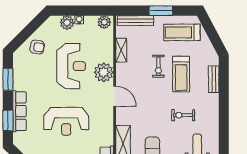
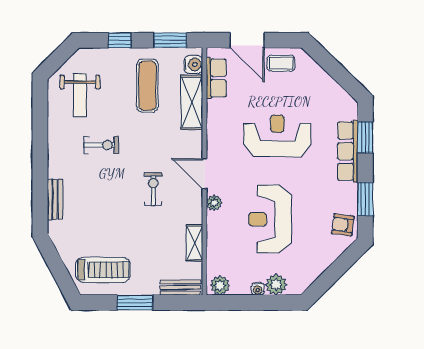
bench: (135, 21) -> (180, 288), width x0.73
armchair: (37, 47) -> (343, 225), moved
exercise bike: (158, 66) -> (153, 189), moved
plant: (104, 72) -> (214, 203), width x0.53, depth x0.53
treadmill: (181, 74) -> (104, 207), removed

